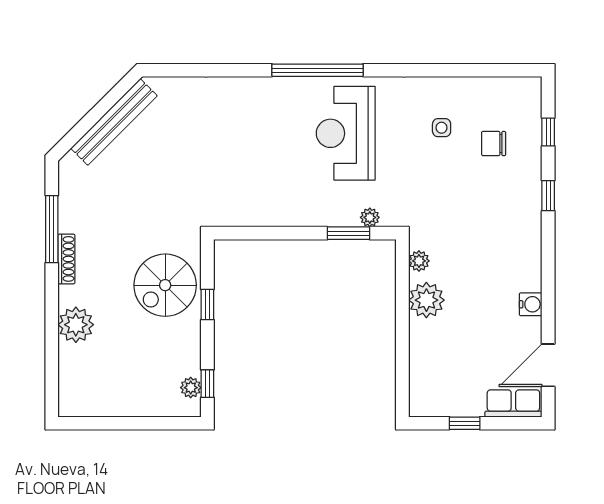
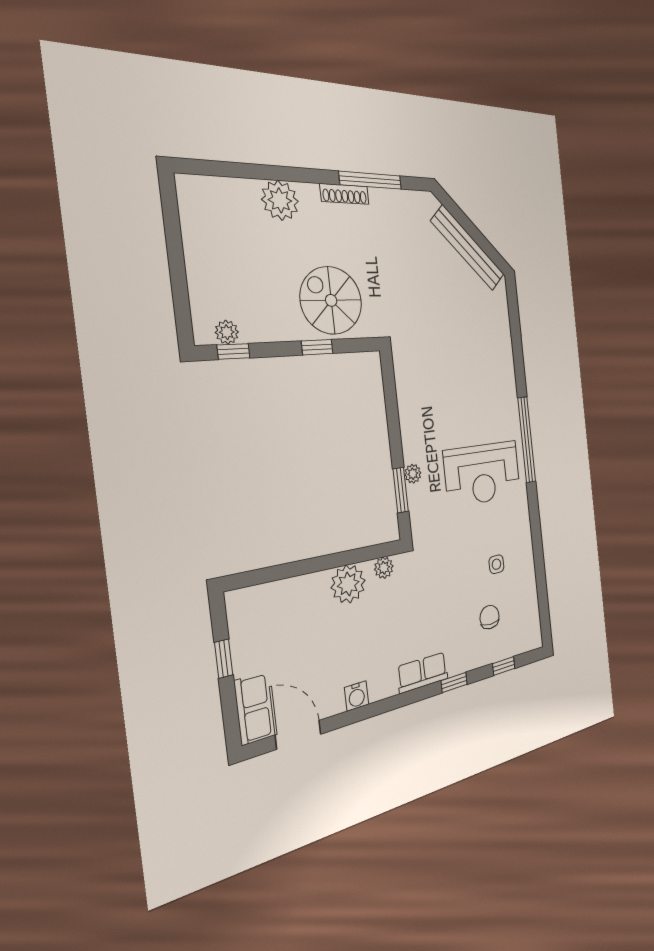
reception desk: (346, 133) -> (483, 474), turned 180
plant: (370, 217) -> (413, 474), moved
row of seats: (528, 231) -> (423, 673), added

